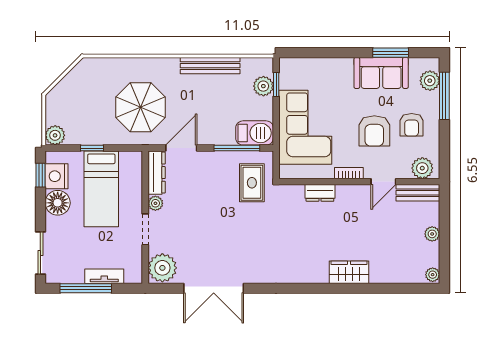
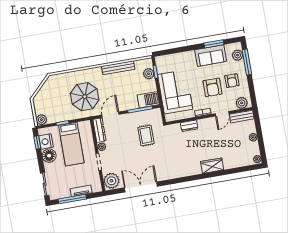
rug: (252, 183) -> (146, 135), moved
double door: (214, 288) -> (141, 187), swing flipped

